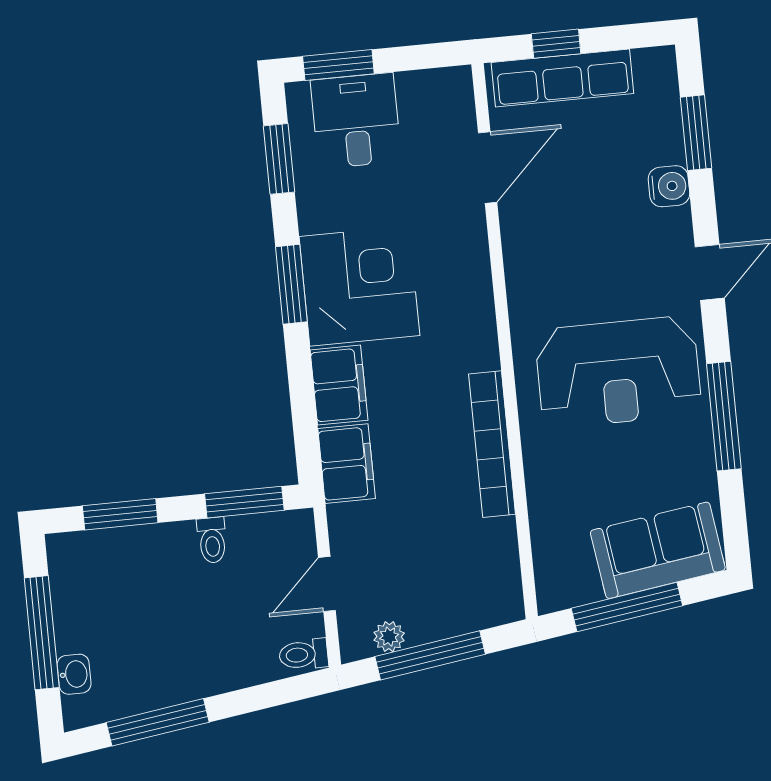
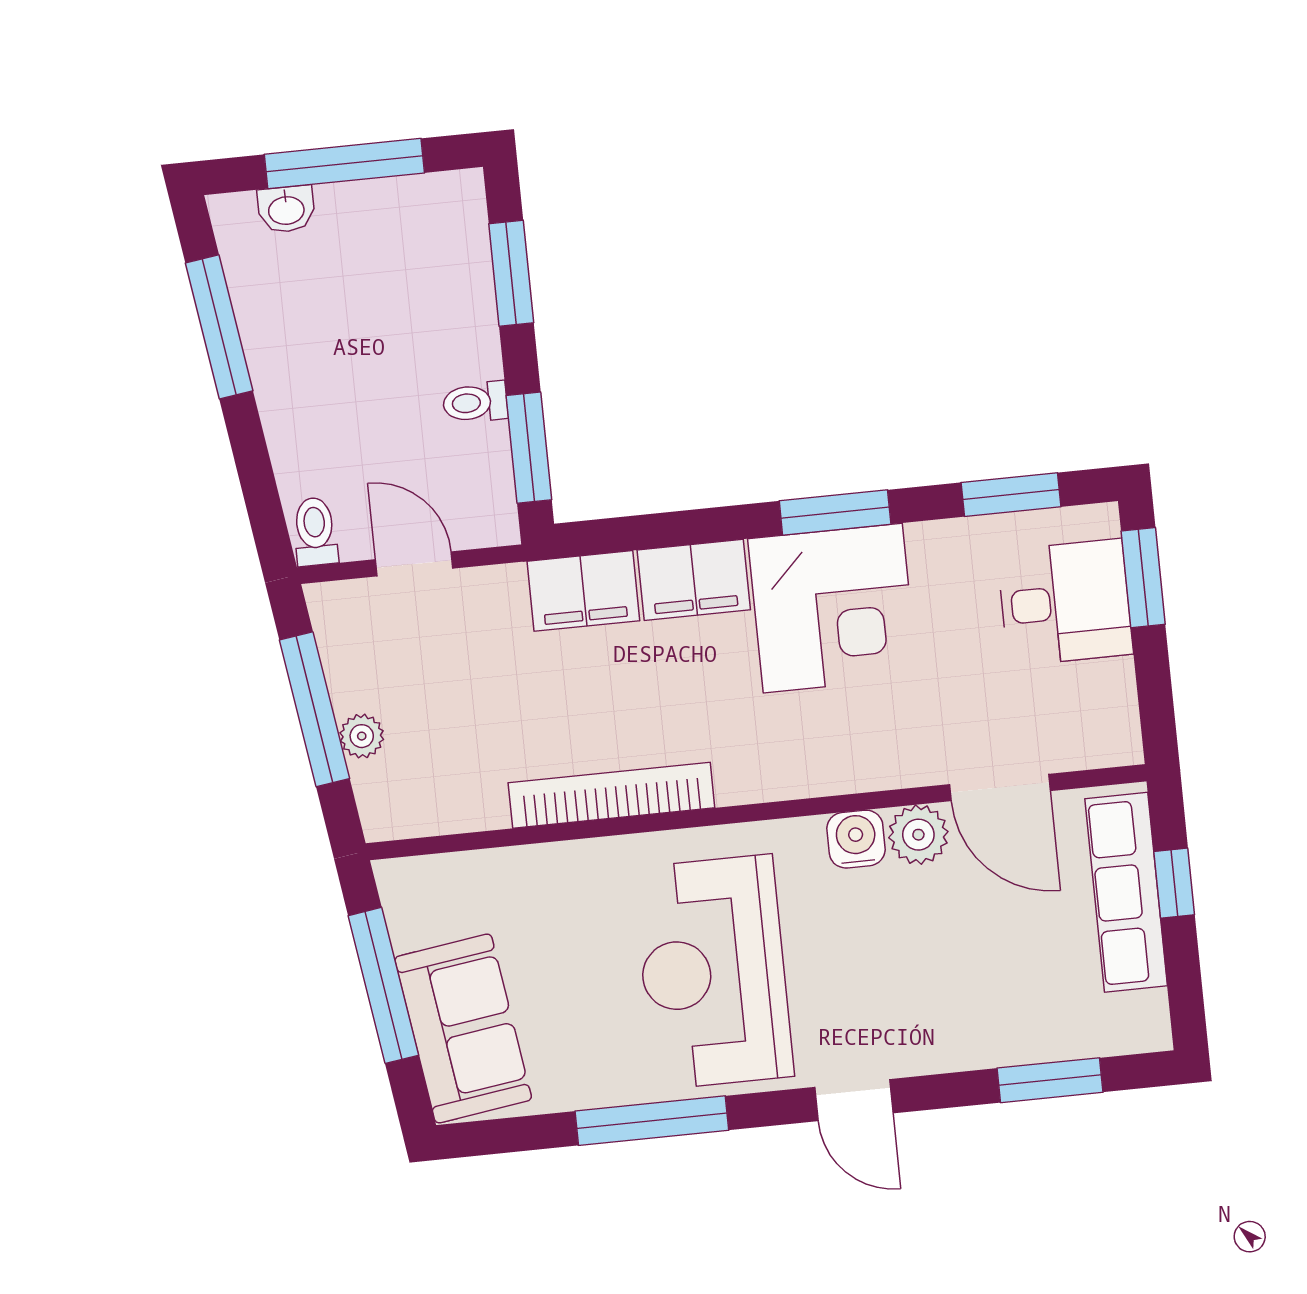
water cooler: (669, 186) -> (856, 839), moved, turned 180
plant: (521, 226) -> (918, 835), added
plant: (389, 637) -> (362, 736), moved

